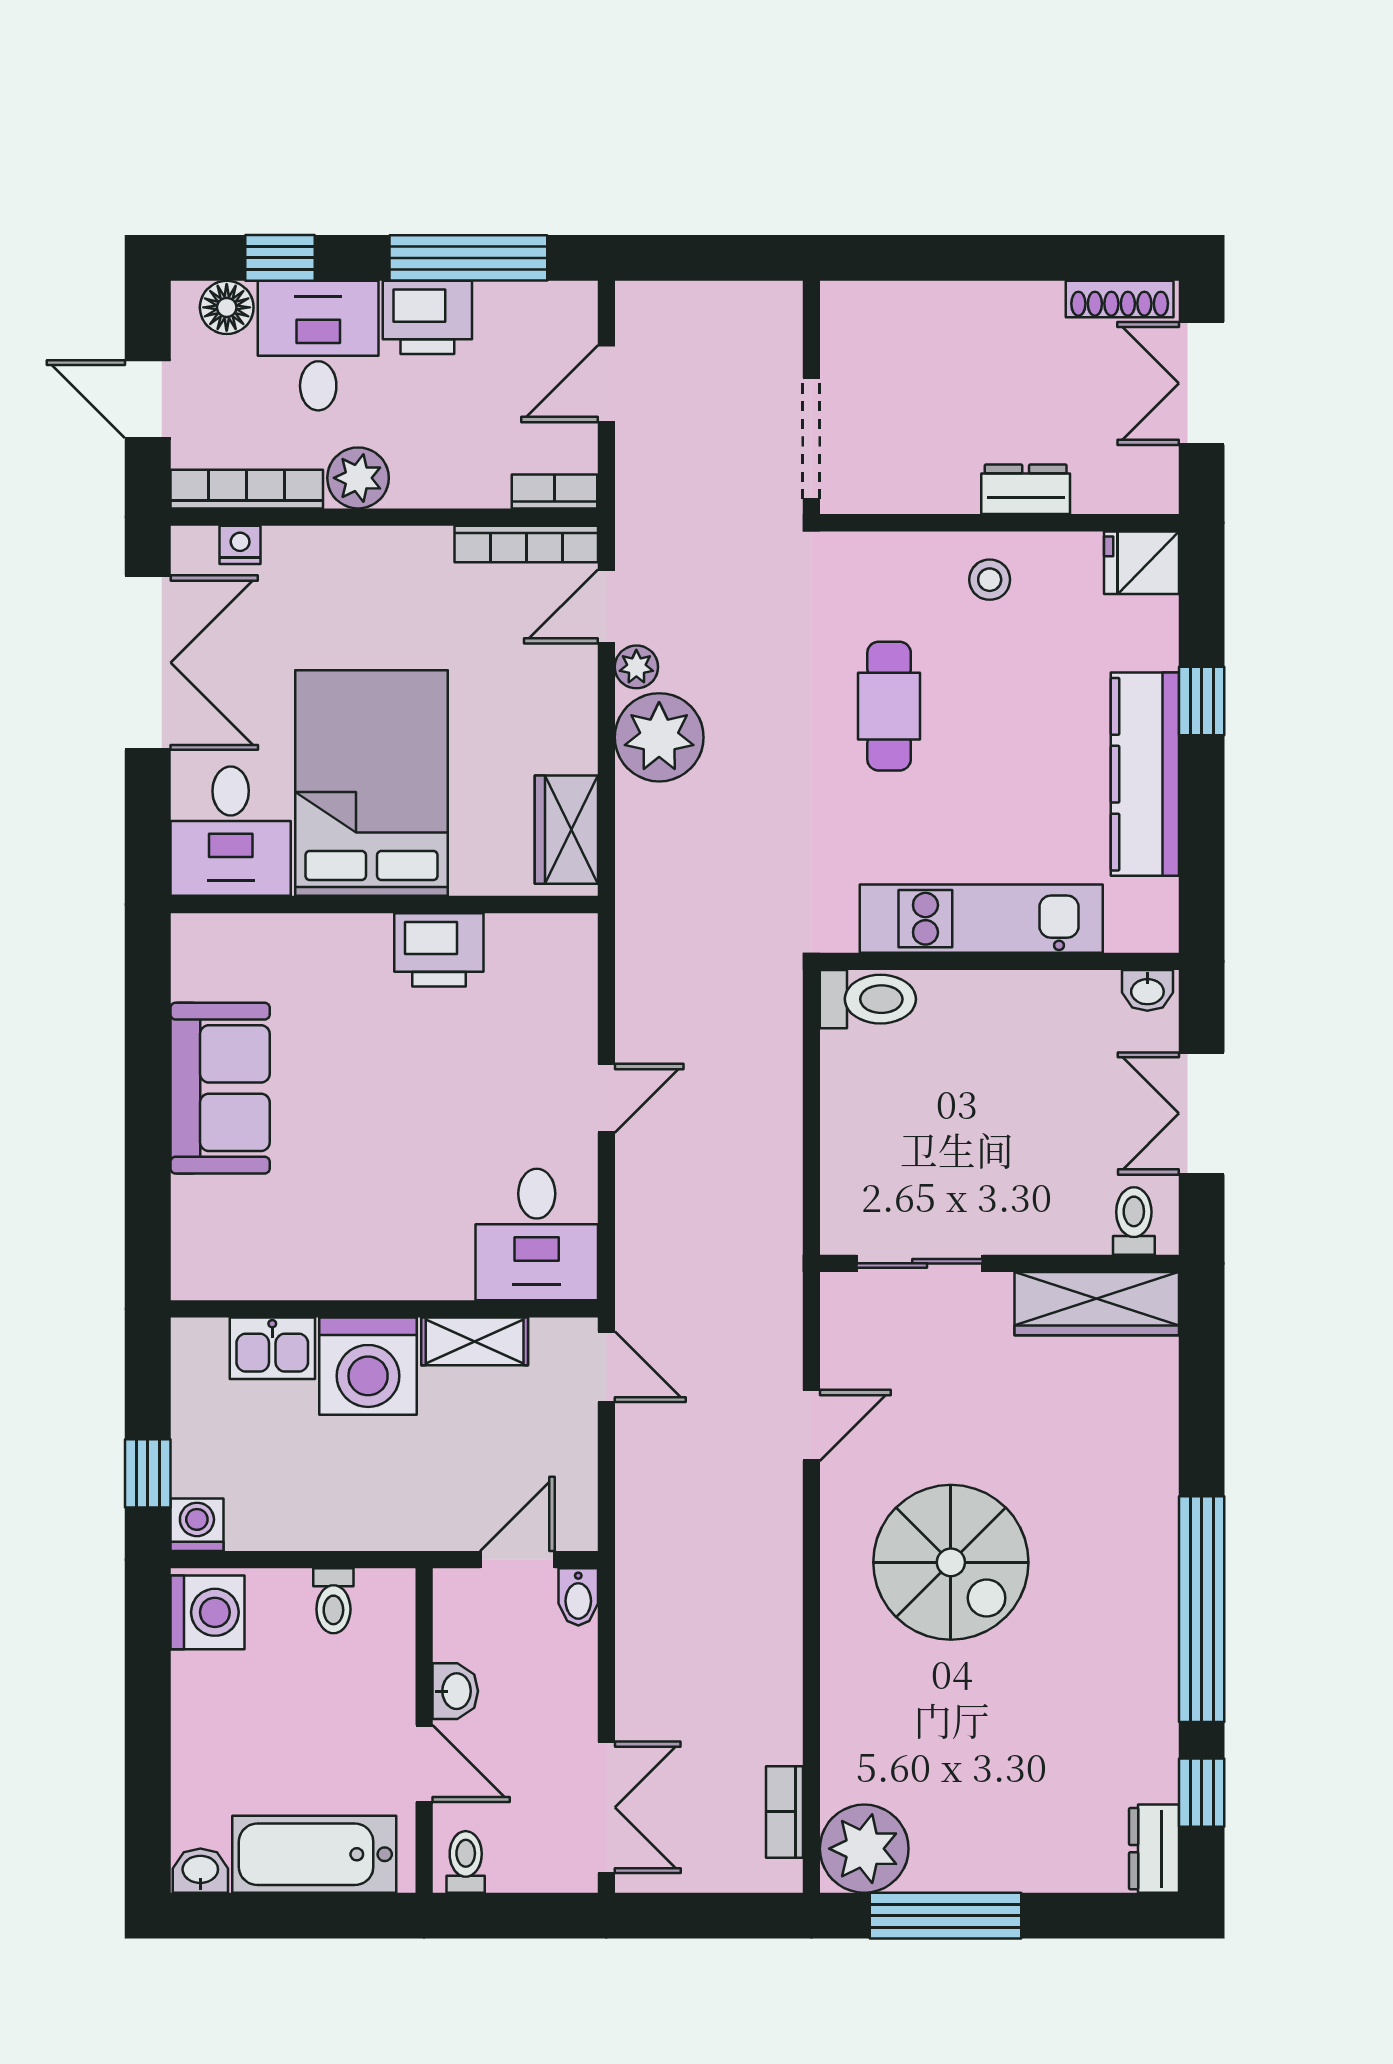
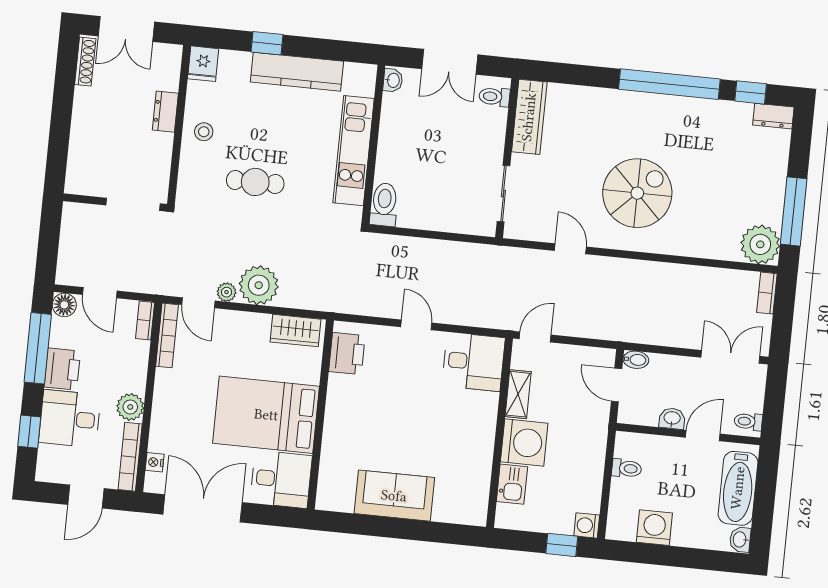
floor lamp: (227, 307) -> (64, 305), moved
printer: (439, 950) -> (347, 353), moved
washing machine: (207, 1612) -> (654, 528), moved
bookcase: (785, 1812) -> (767, 293), moved, turned 90

